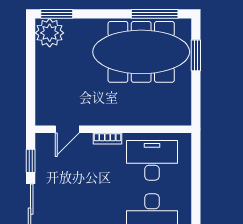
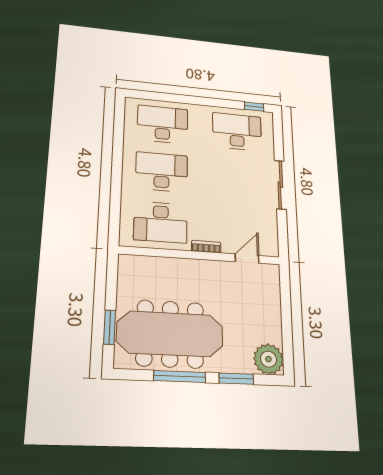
window: (57, 14) -> (236, 379), moved
window: (155, 14) -> (180, 376), moved
window: (31, 161) -> (282, 231), removed

